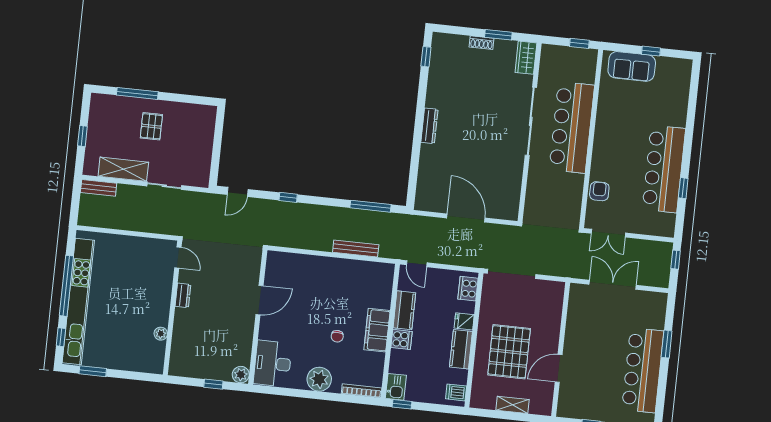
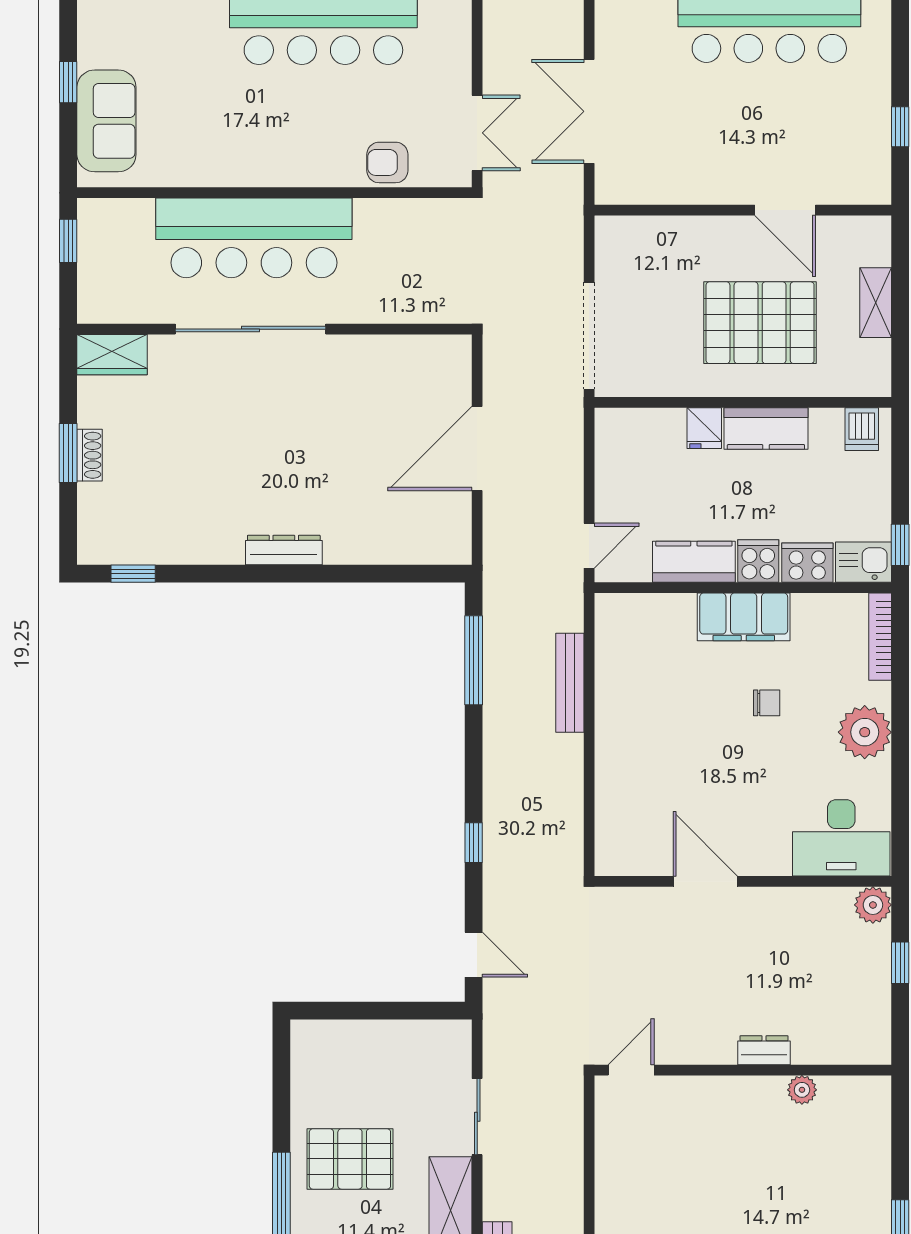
window: (498, 35) -> (68, 453), moved
pallet: (151, 126) -> (350, 1159), width x1.50, depth x1.42
cooker: (468, 289) -> (807, 563), moved, turned 180
dresser: (183, 295) -> (764, 1050), moved

